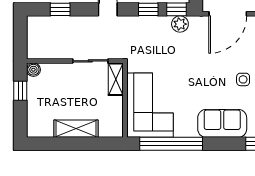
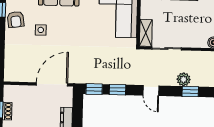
plant: (180, 24) -> (184, 79), moved

